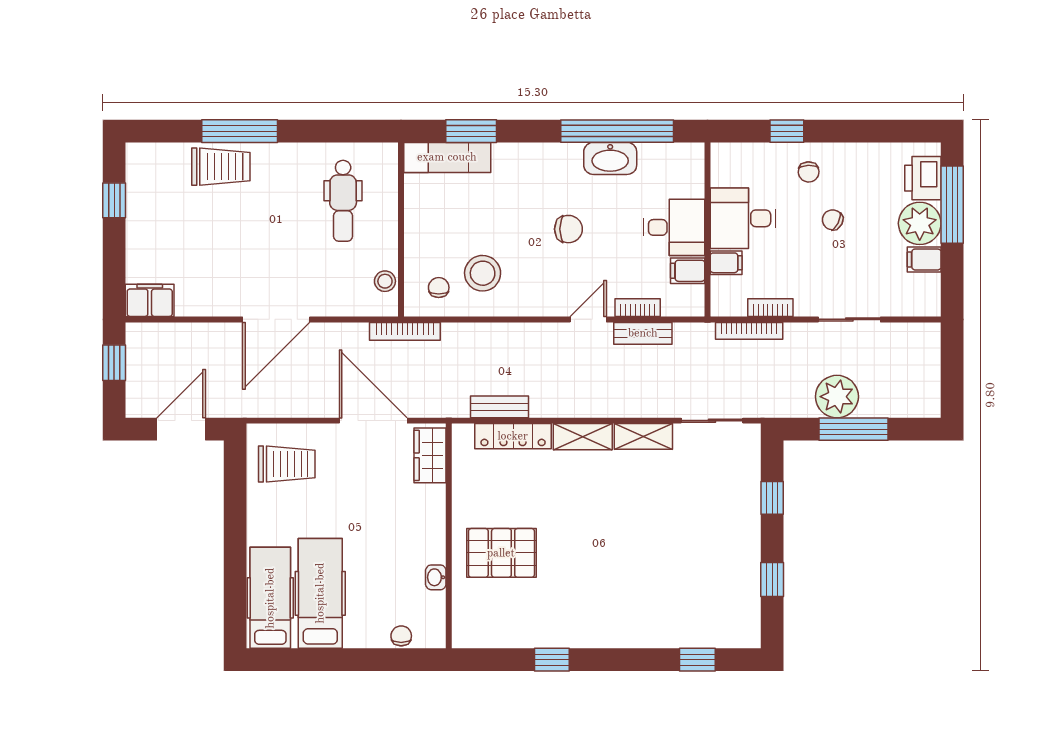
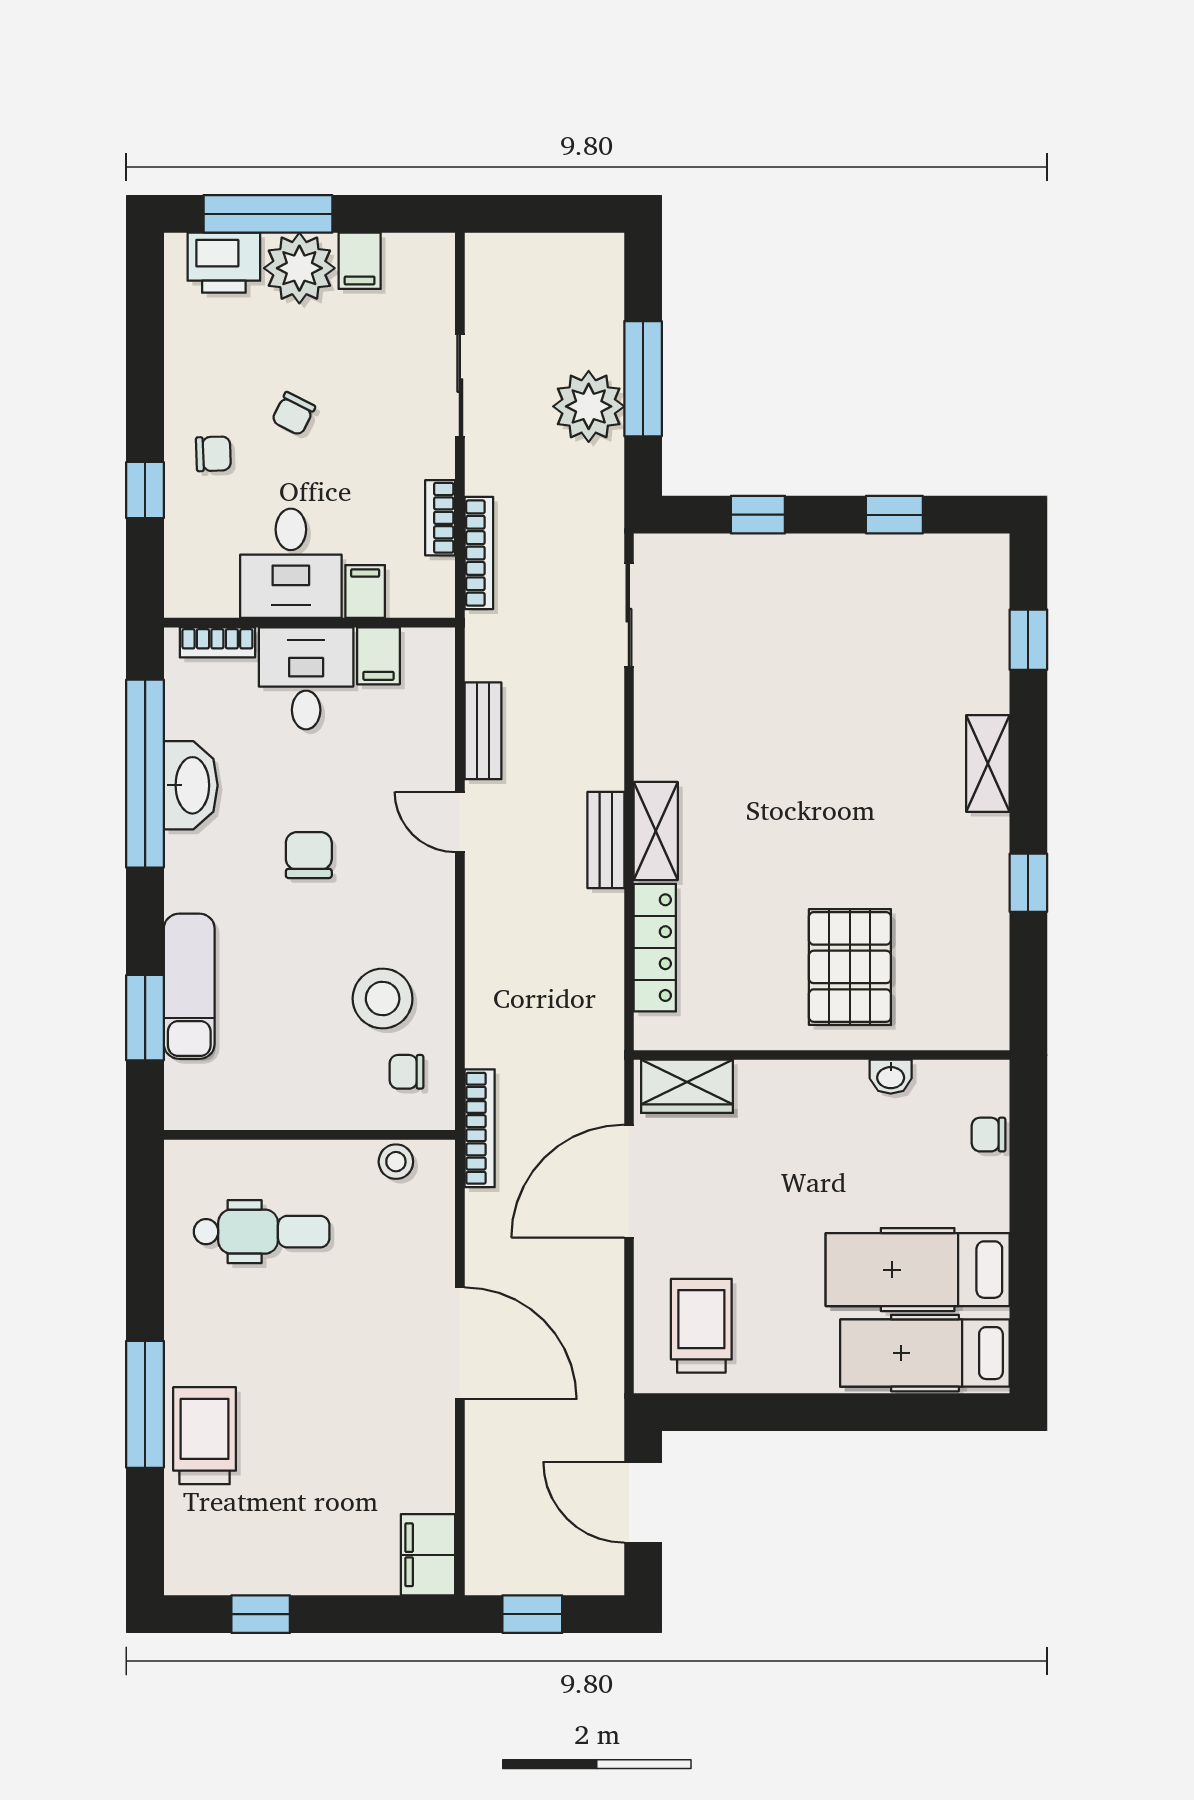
exam couch: (447, 157) -> (189, 986), moved
bookcase: (638, 308) -> (217, 642), moved, turned -90
bench: (499, 407) -> (606, 840), moved
shelving: (643, 436) -> (988, 763), moved

